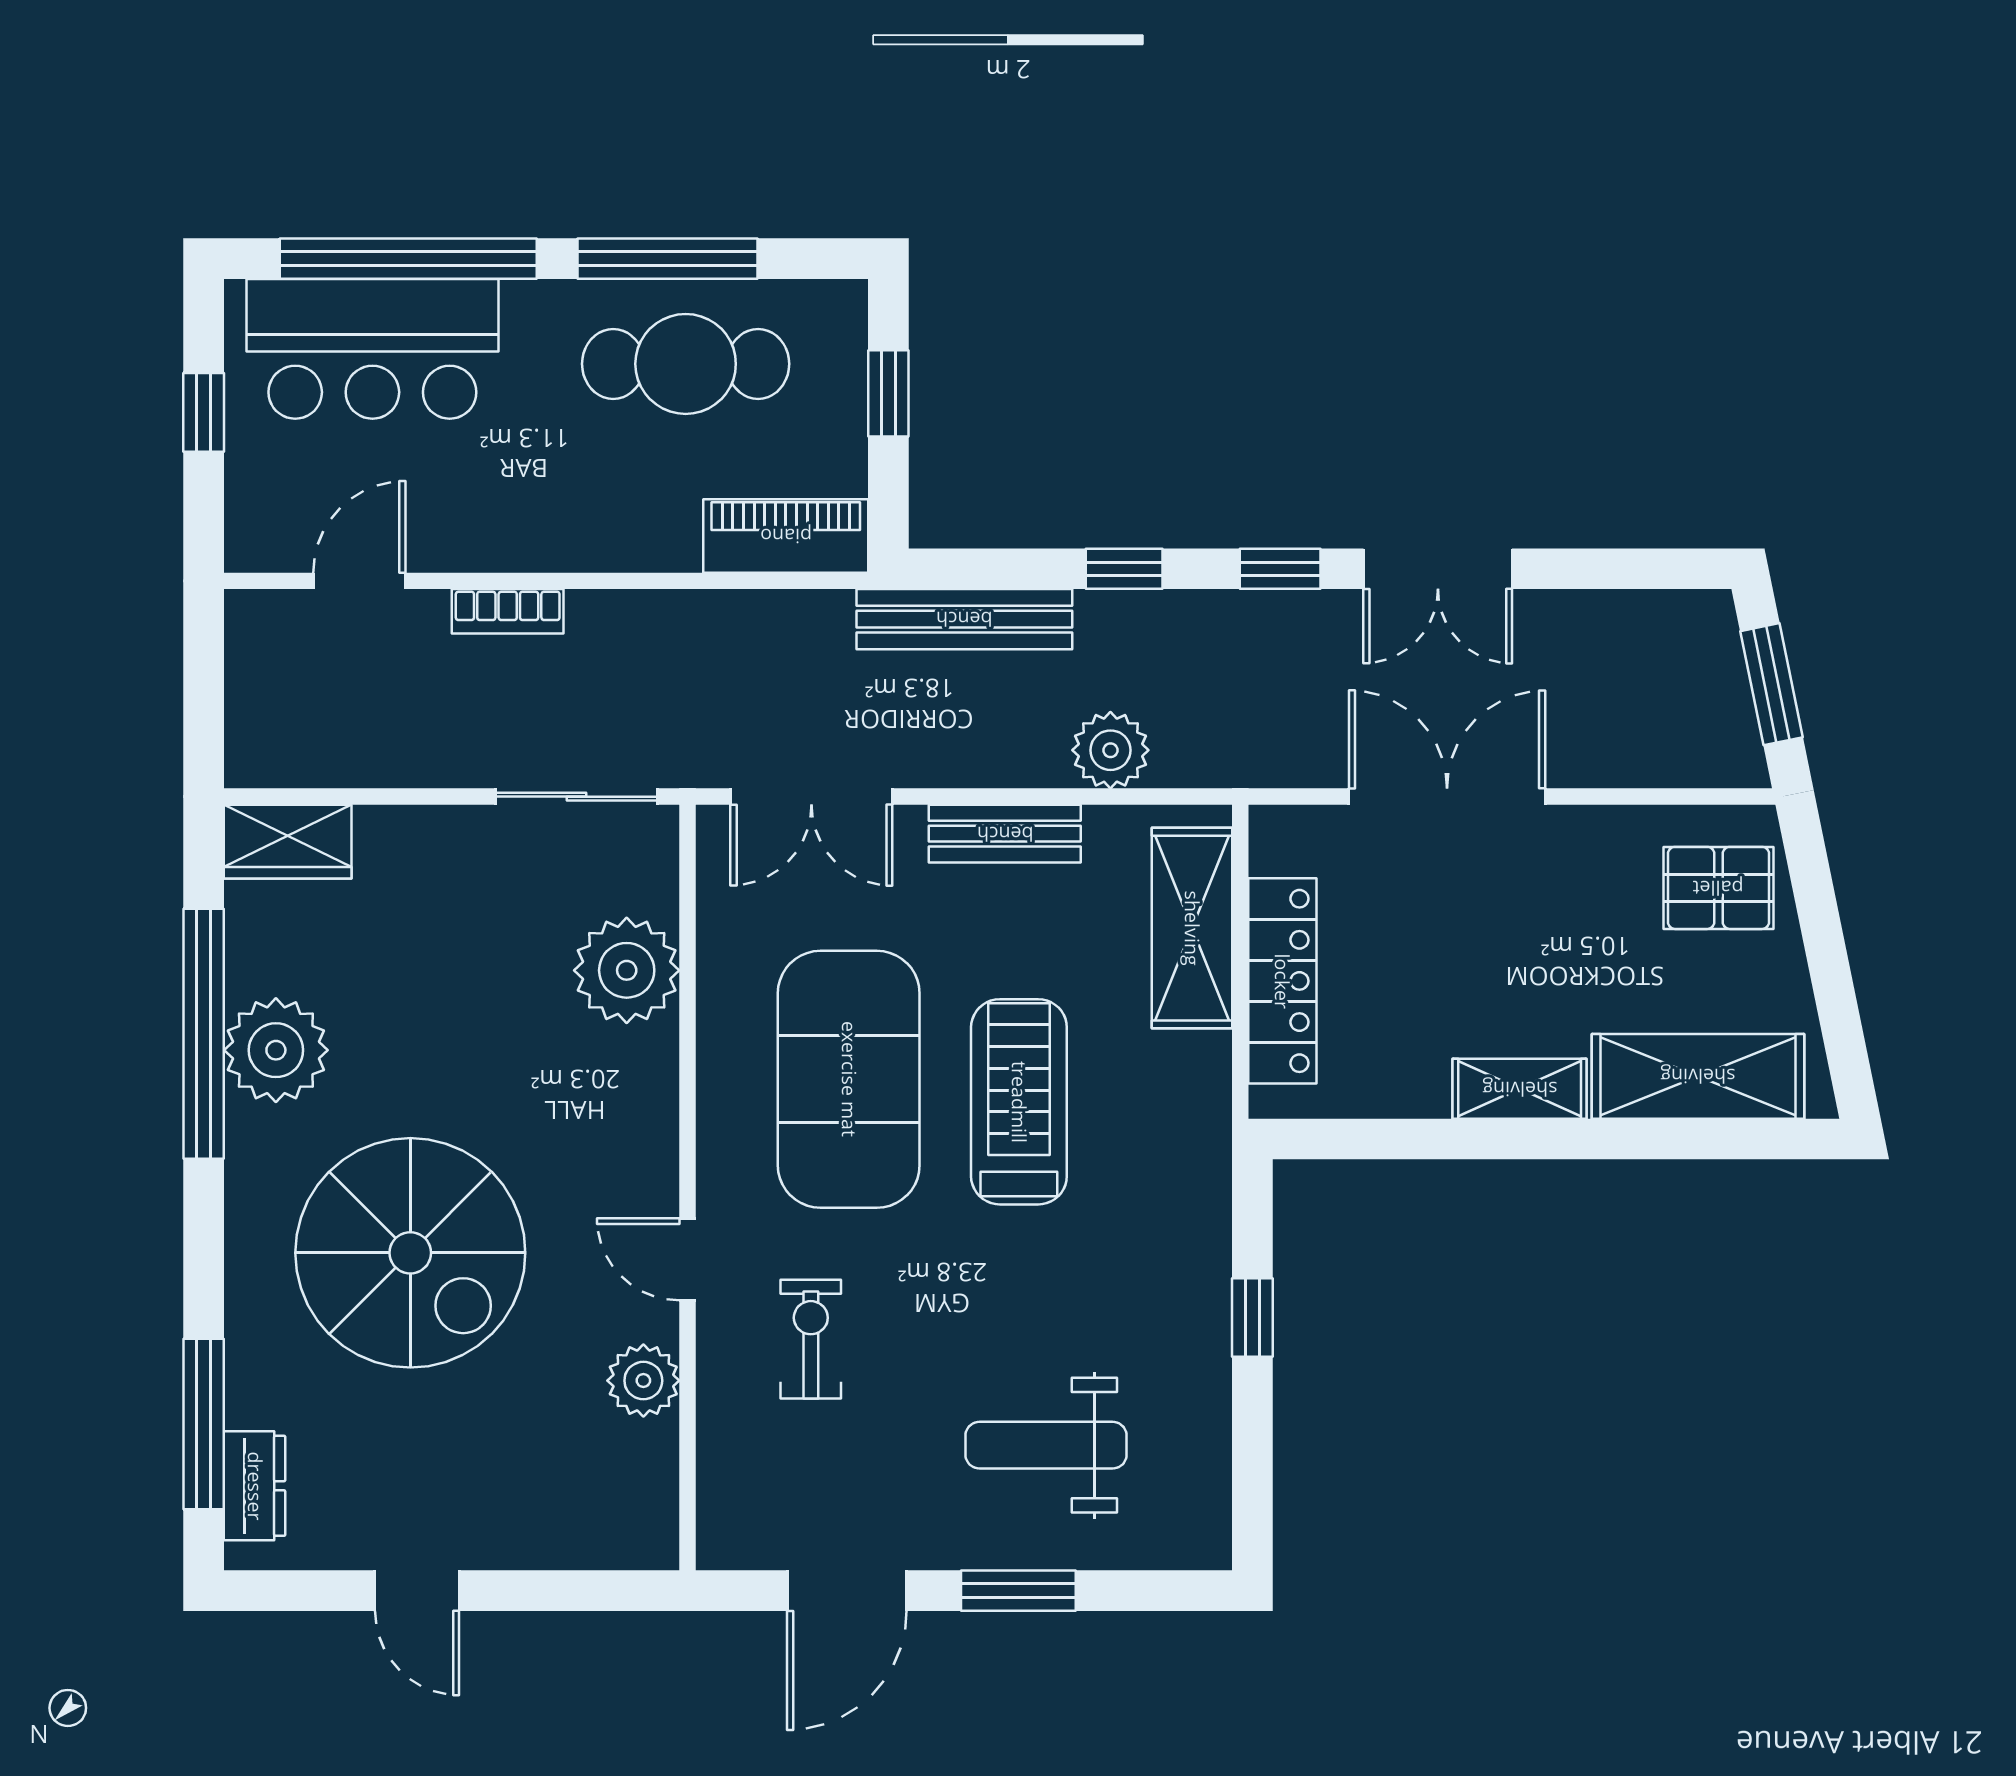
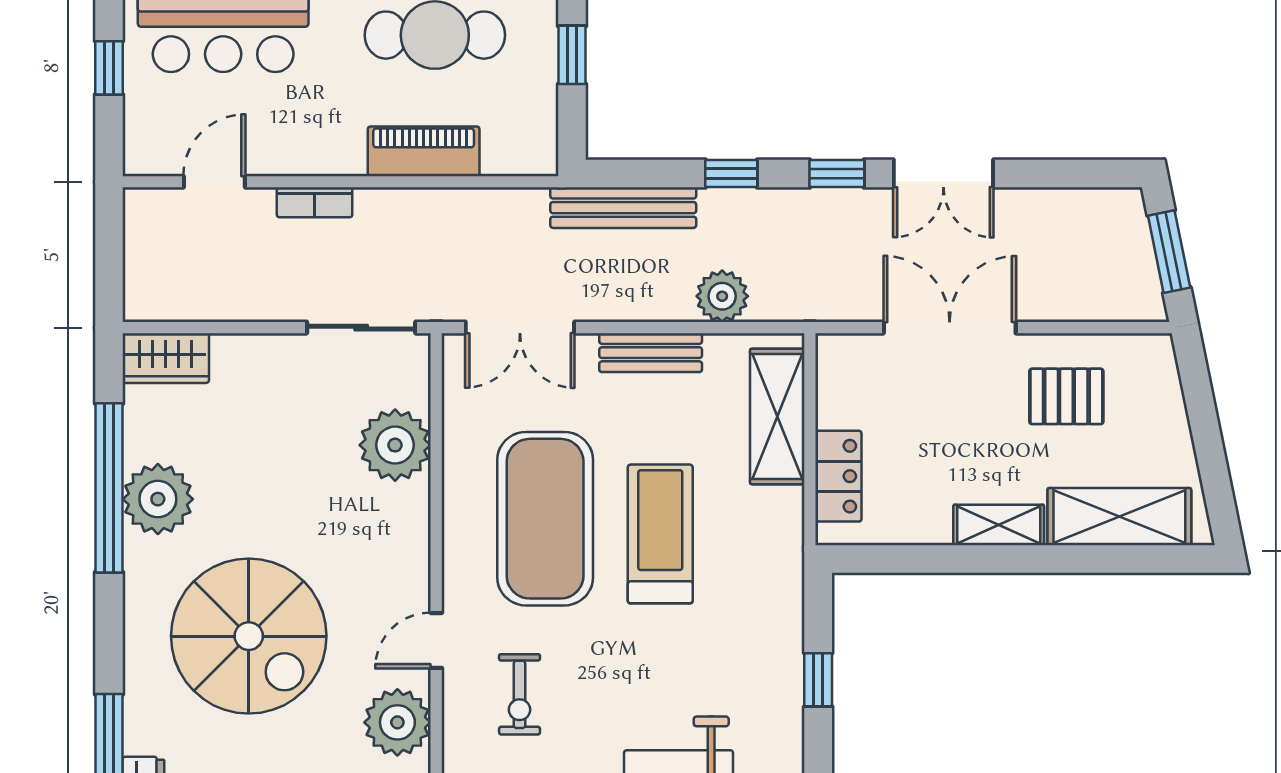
piano: (786, 536) -> (424, 151), moved
pallet: (1718, 888) -> (1066, 396), moved
locker: (1282, 981) -> (838, 476), width x0.66
door: (688, 1259) -> (436, 640), hinge flipped
exercise bike: (811, 1339) -> (520, 694), turned 180
plant: (643, 1381) -> (397, 722), width x1.36, depth x1.36

